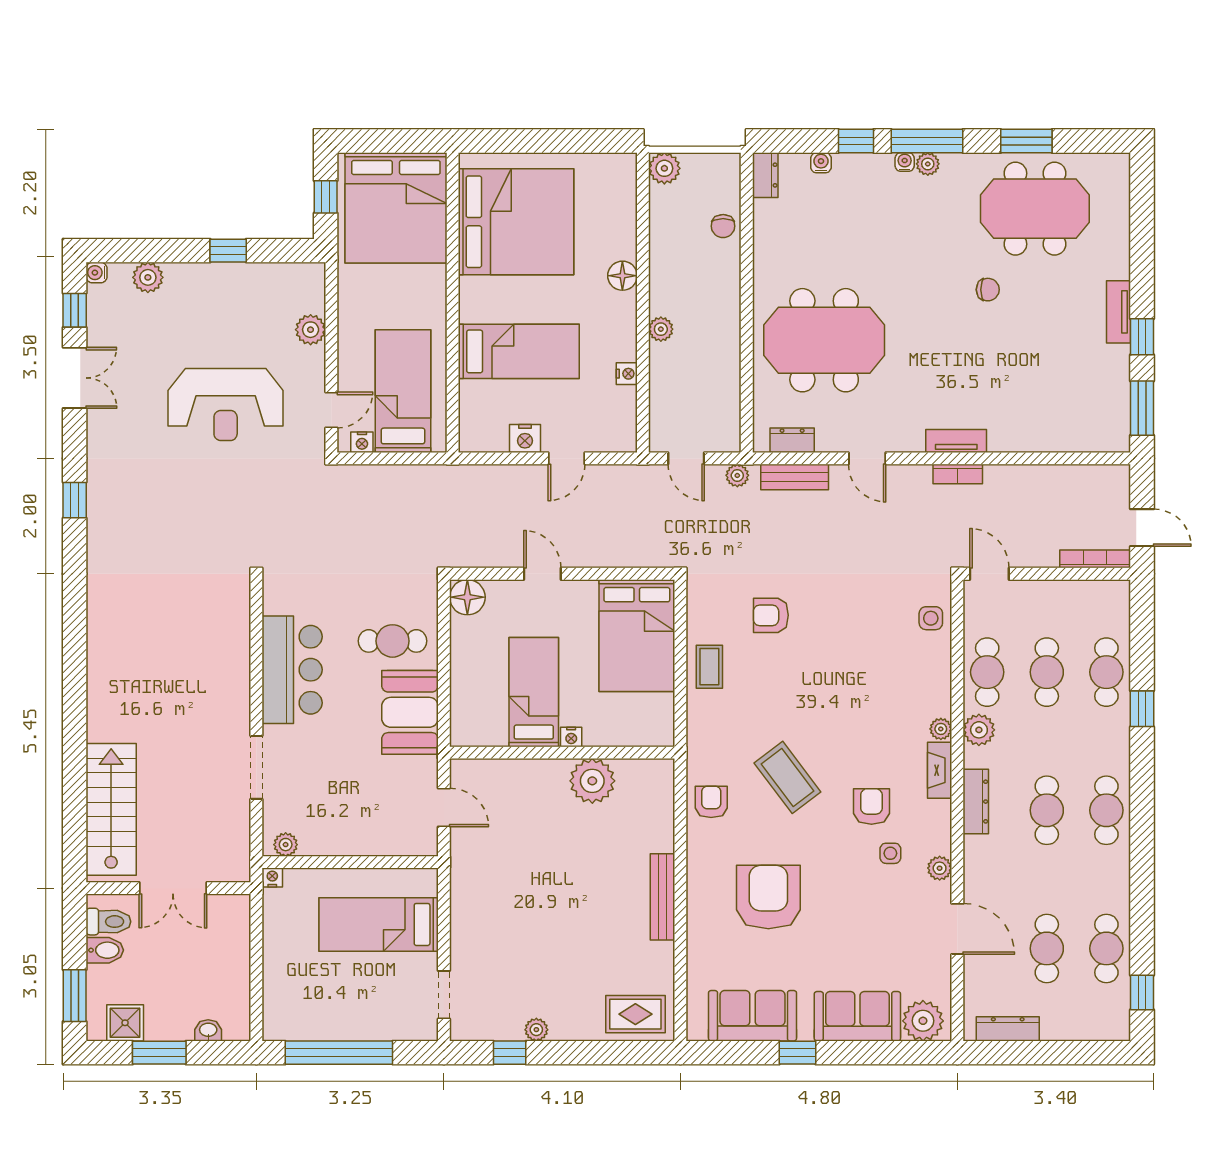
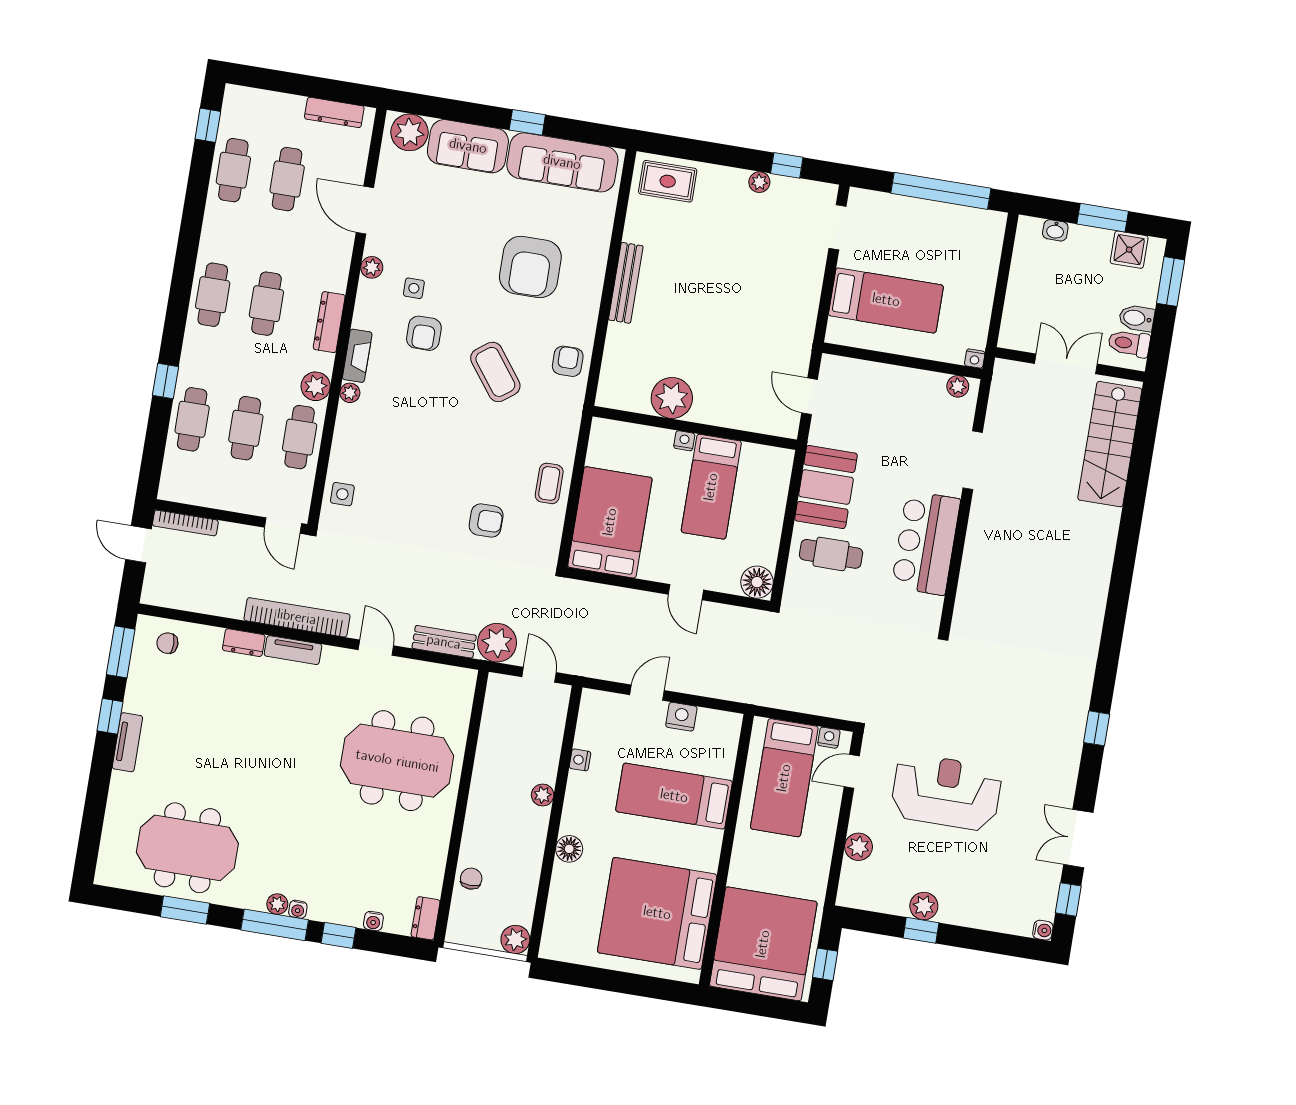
plant: (148, 277) -> (924, 906), moved
chair: (988, 290) -> (167, 643), moved
dresser: (792, 440) -> (244, 643), moved
bookcase: (958, 474) -> (297, 617), width x2.31, depth x1.31
plant: (737, 475) -> (497, 643), width x1.88, depth x1.88
armchair: (711, 802) -> (568, 361), turned 180
sofa: (752, 1016) -> (562, 162), width x1.36

